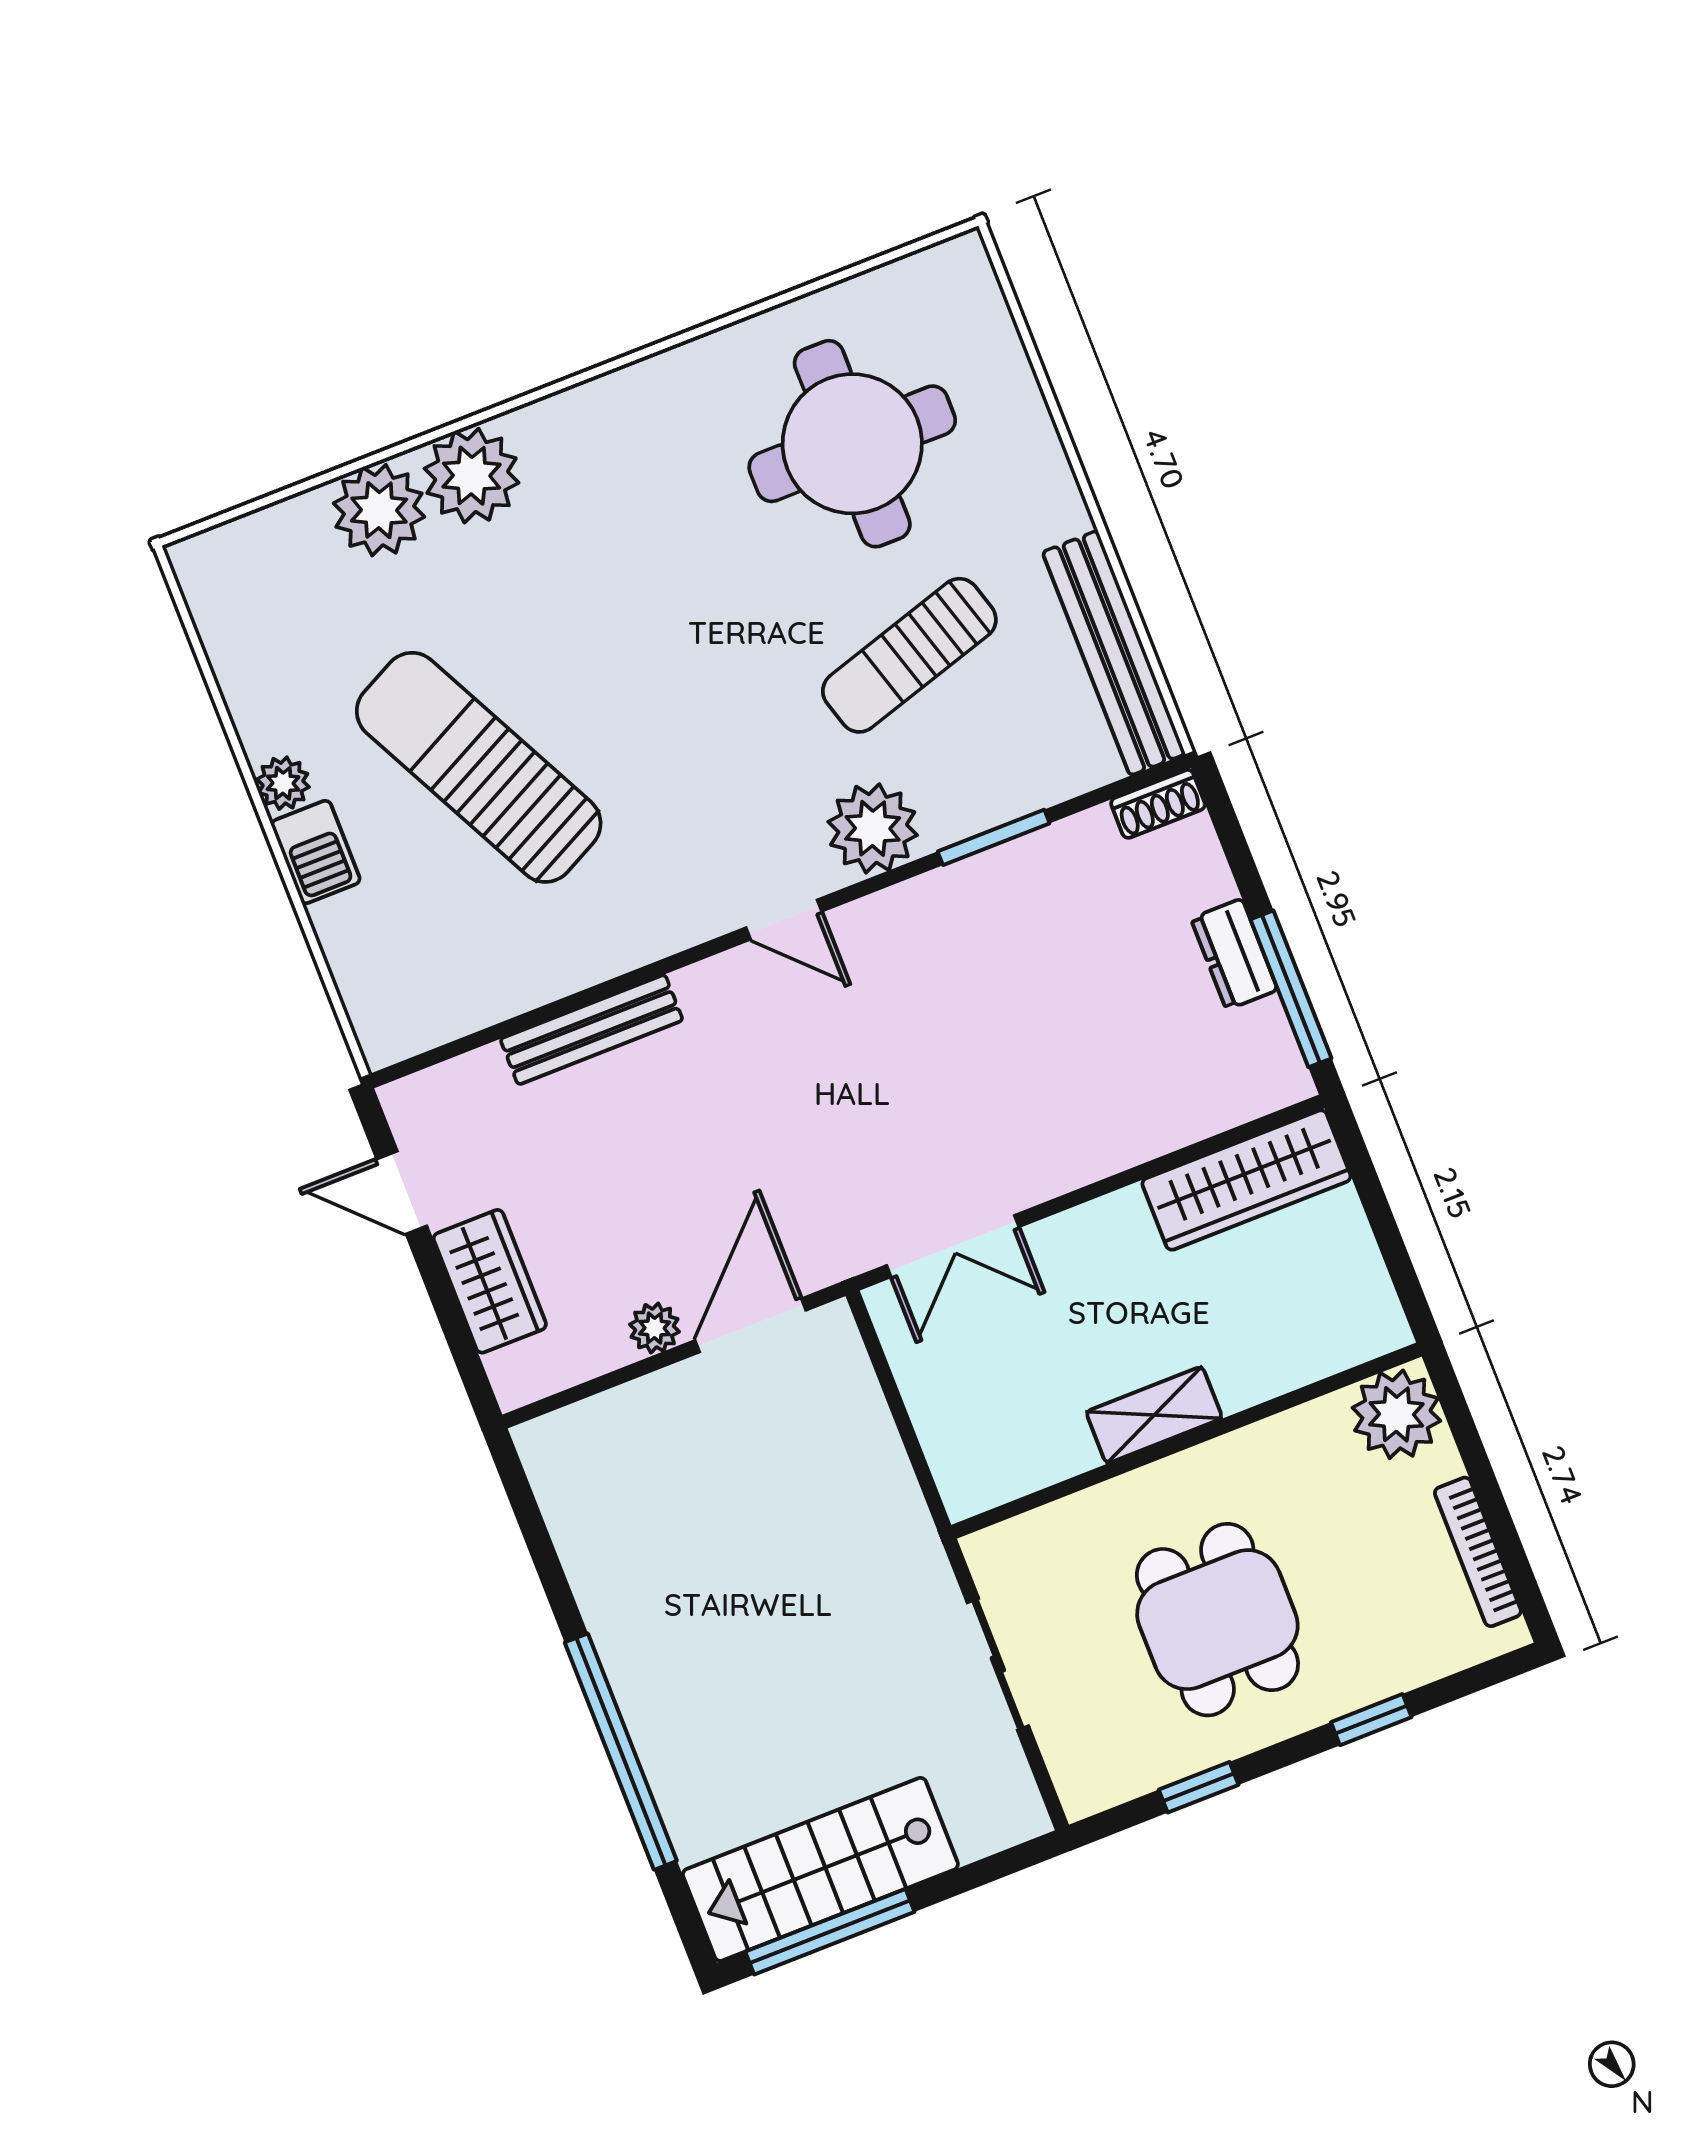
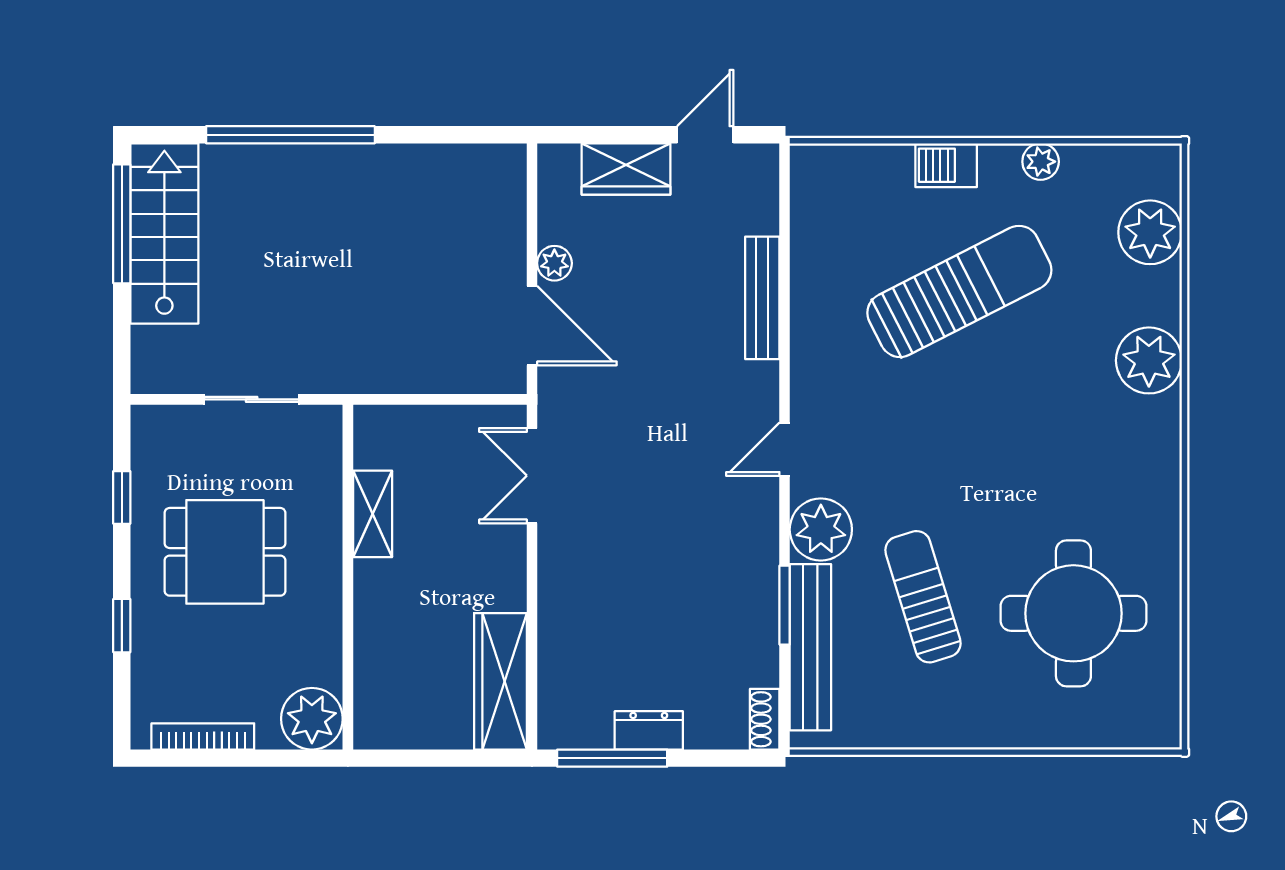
plant: (379, 510) -> (1150, 232), moved
bench: (1114, 653) -> (810, 647), moved, turned 90
plant: (283, 783) -> (1041, 162), moved
shelving: (1154, 1415) -> (373, 514), moved

